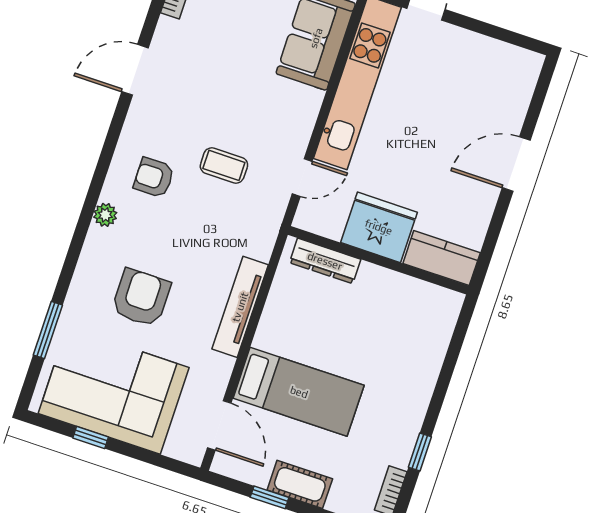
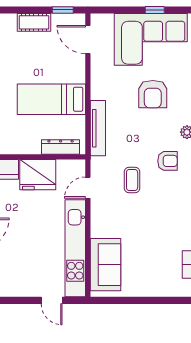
coffee table: (224, 165) -> (132, 180), turned 90
tv unit: (240, 307) -> (98, 128), moved
bed: (299, 392) -> (51, 99), moved
window: (270, 497) -> (63, 10), moved

